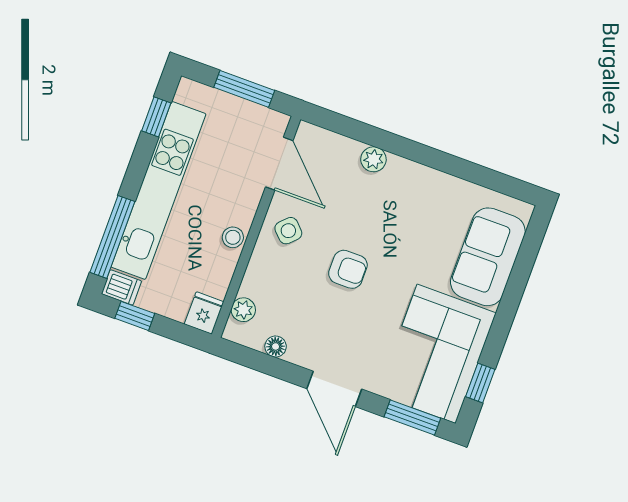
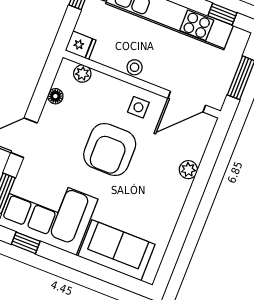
side table: (288, 231) -> (138, 107), turned 45
armchair: (348, 269) -> (110, 149), width x1.88, depth x1.88

